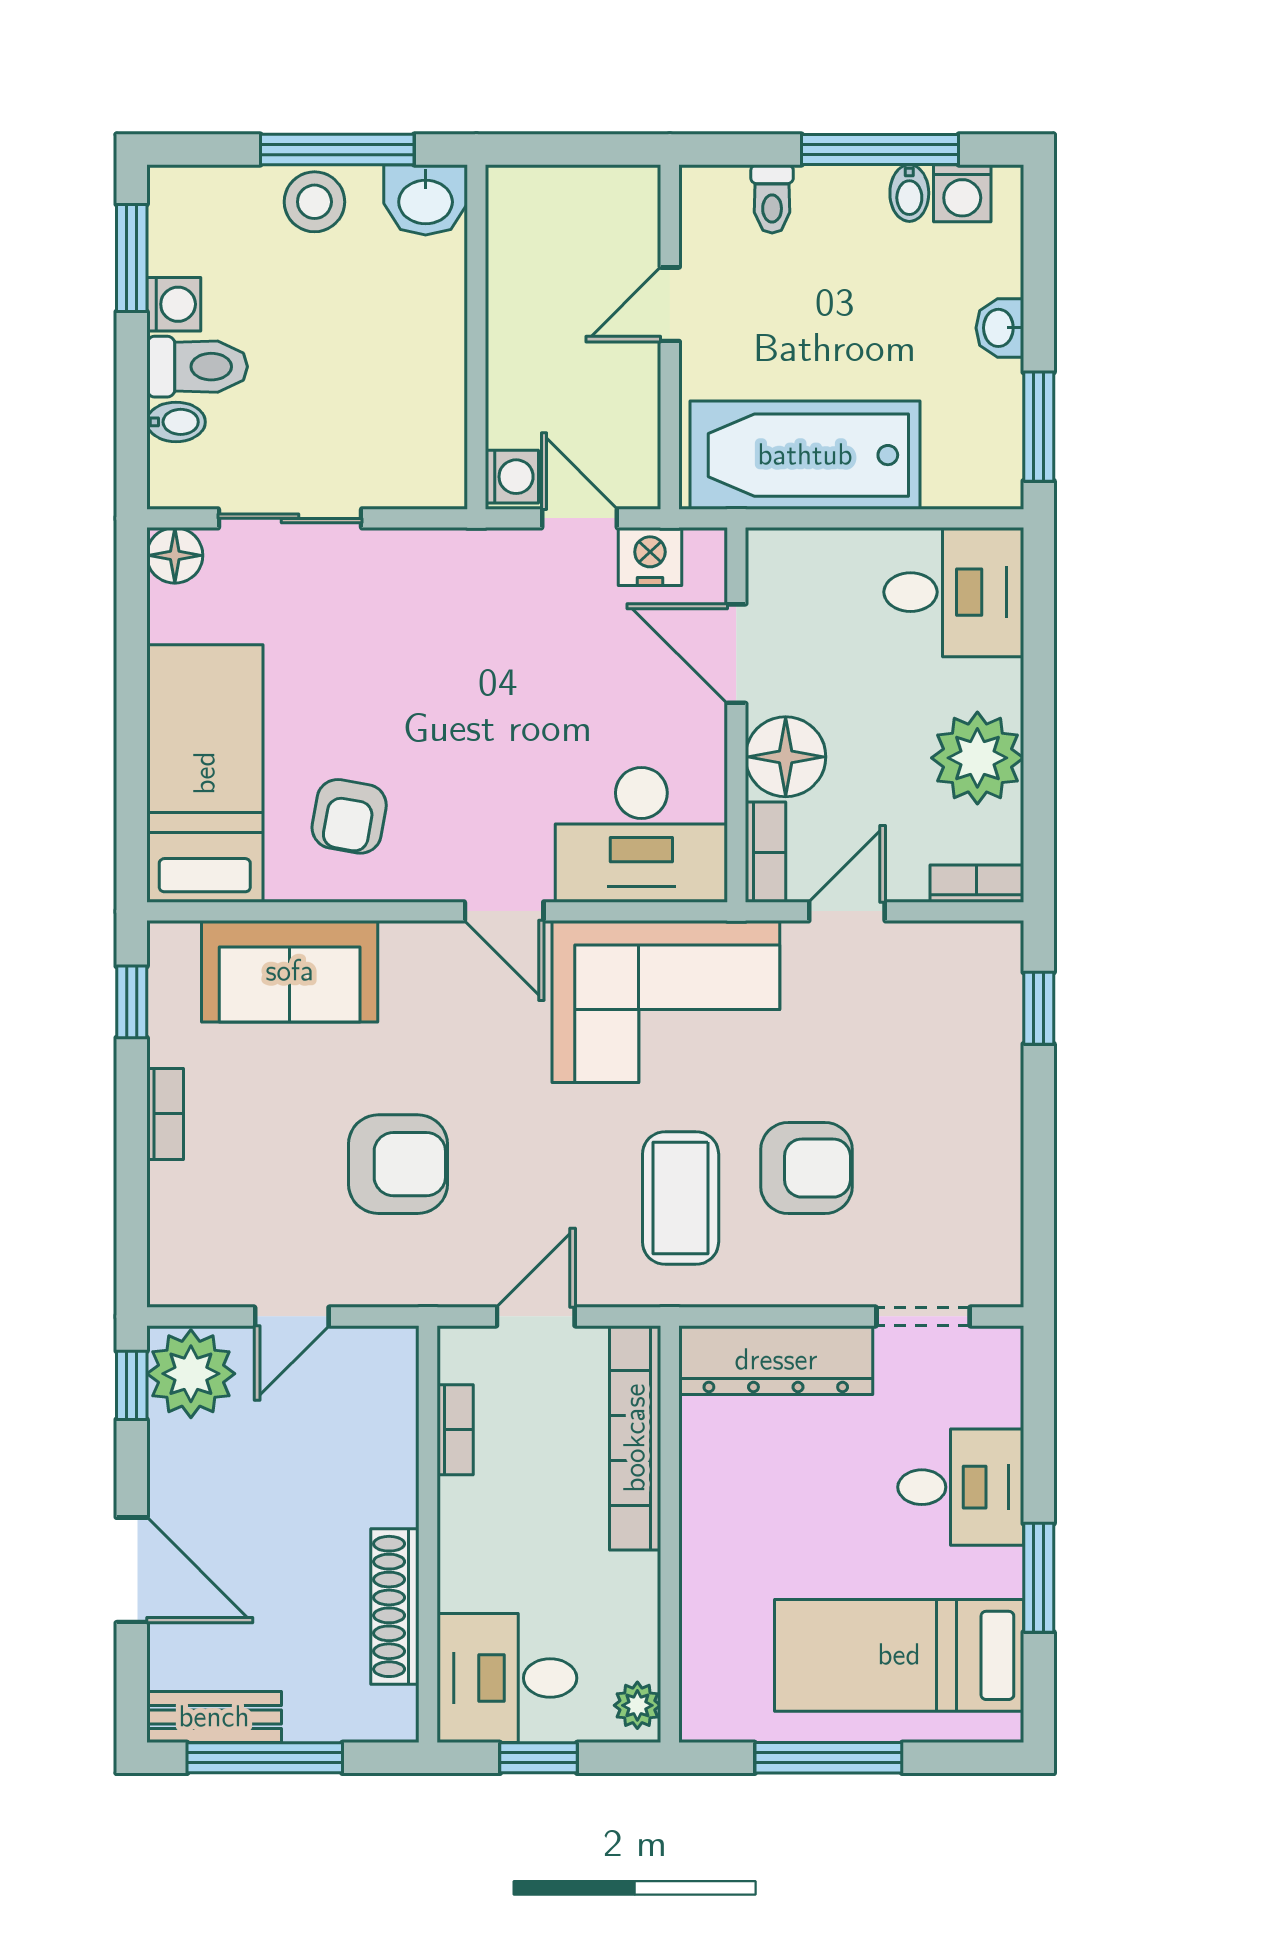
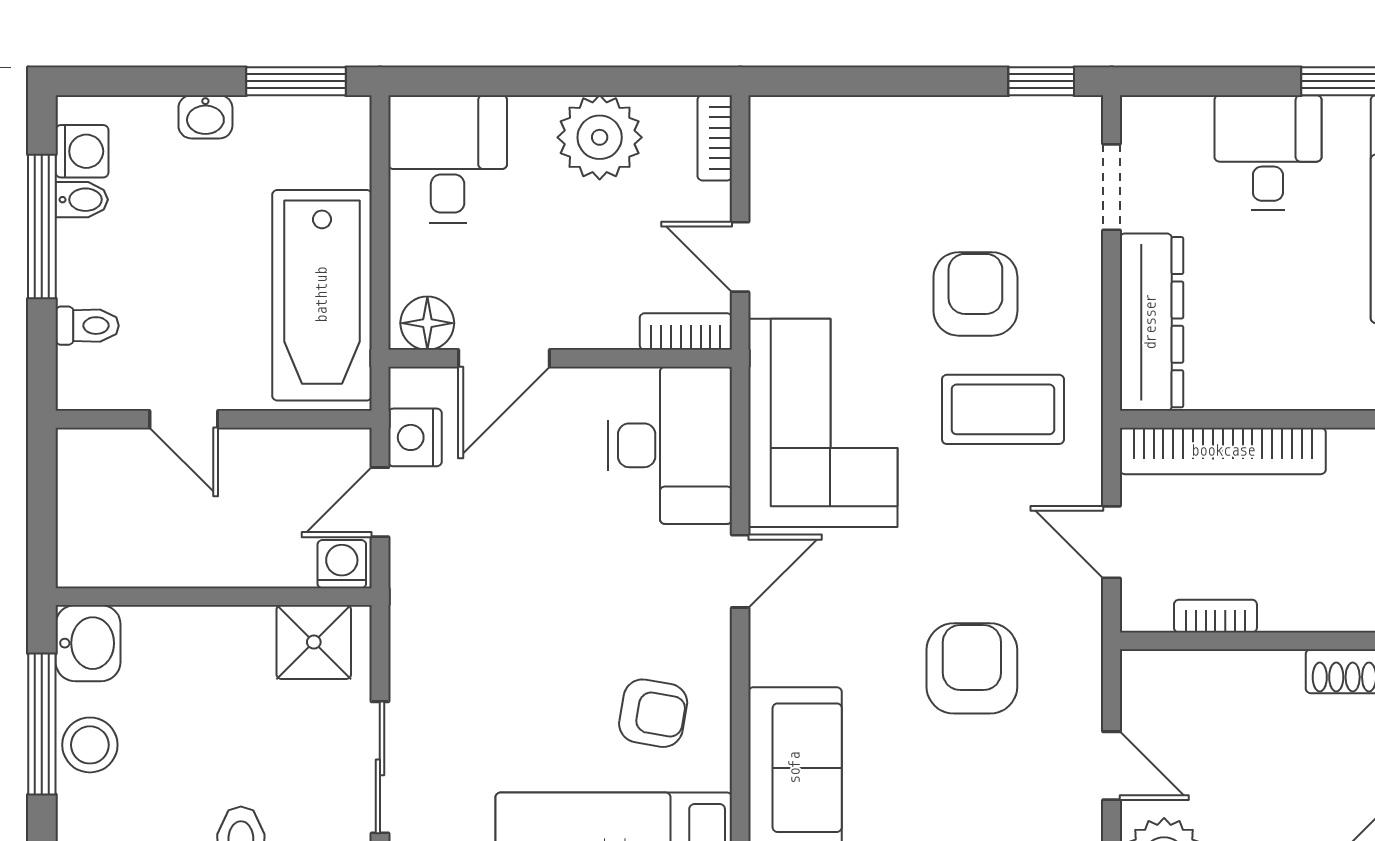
shower: (427, 446) -> (314, 642), added
floor lamp: (786, 757) -> (427, 323), moved, width x0.73, depth x0.73
window: (1039, 1008) -> (1041, 81), moved

